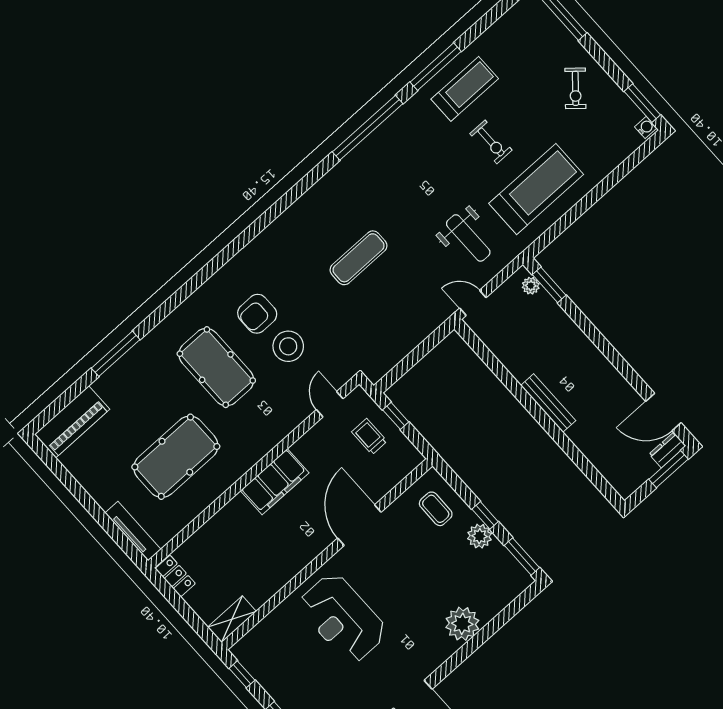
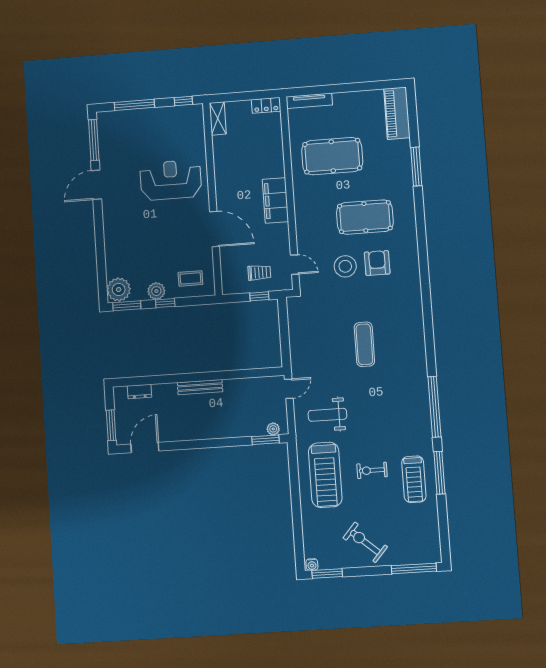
exercise bike: (575, 88) -> (365, 542), width x1.38, depth x1.39
dresser: (667, 450) -> (139, 392), moved, turned 90
pool table: (176, 457) -> (332, 156), turned 90
plant: (462, 624) -> (119, 290), moved

